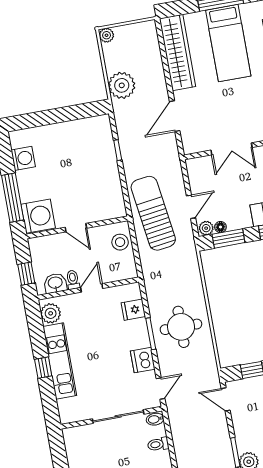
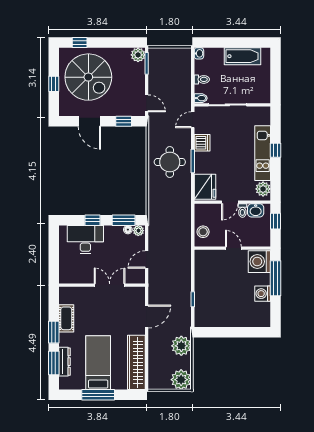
plant: (107, 35) -> (181, 380), width x1.87, depth x1.87
washing machine: (23, 158) -> (263, 294), moved
door: (191, 207) -> (147, 260), moved
sun lounger: (153, 213) -> (175, 248), removed
fridge: (133, 310) -> (205, 187), width x1.88, depth x1.34

